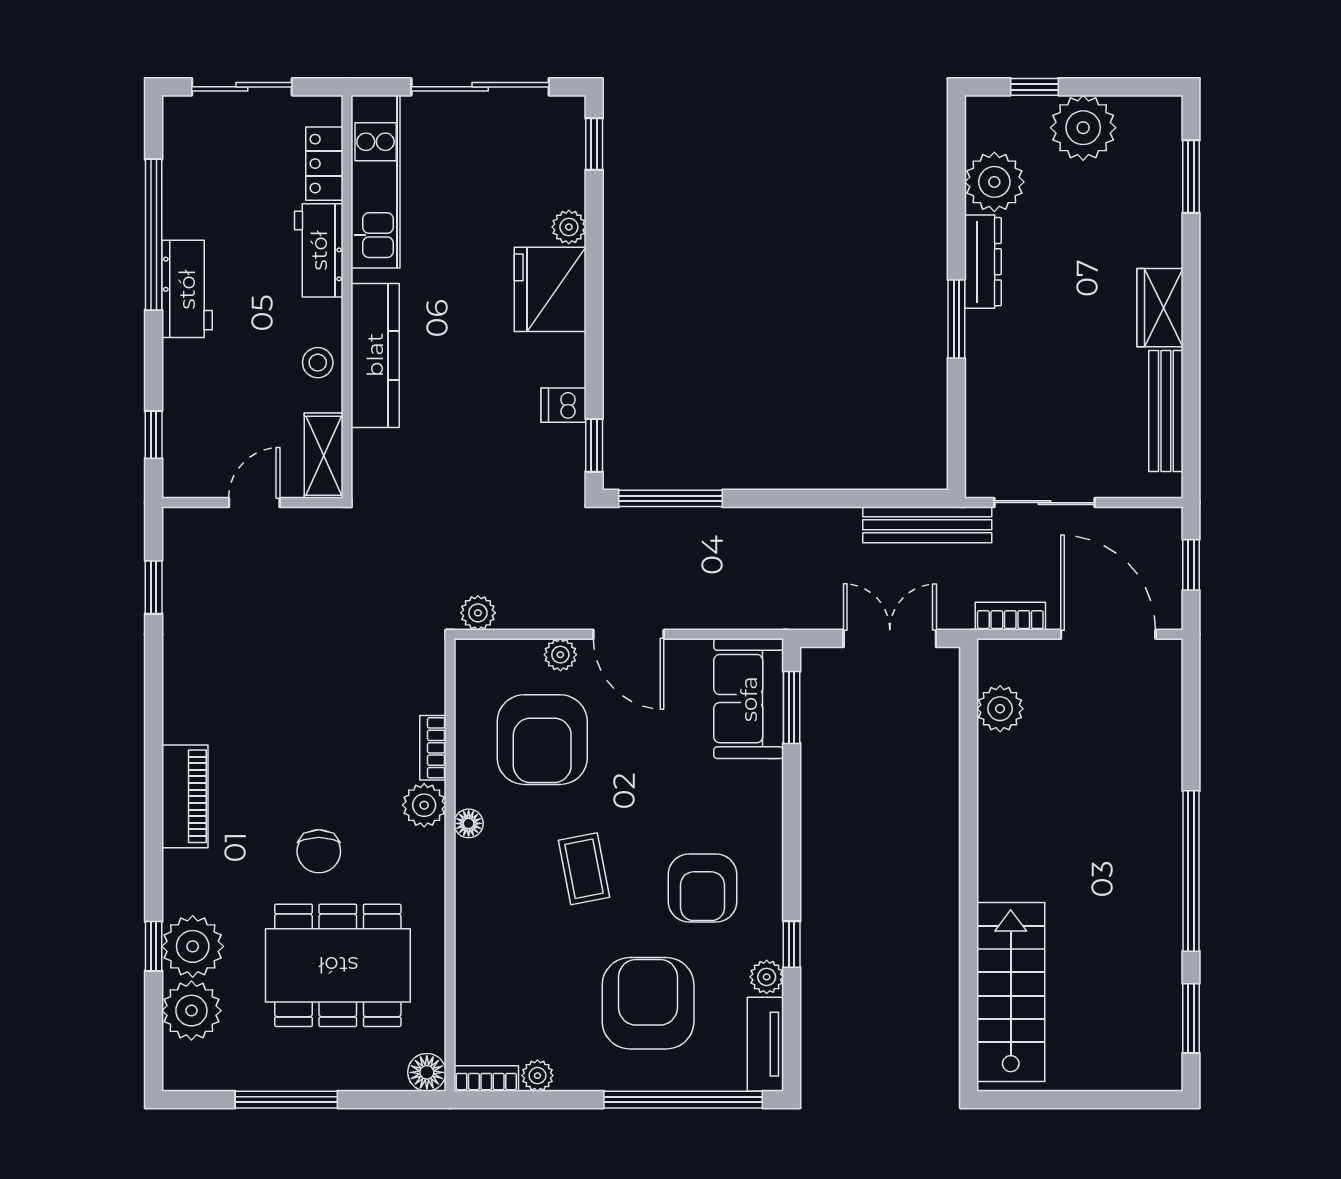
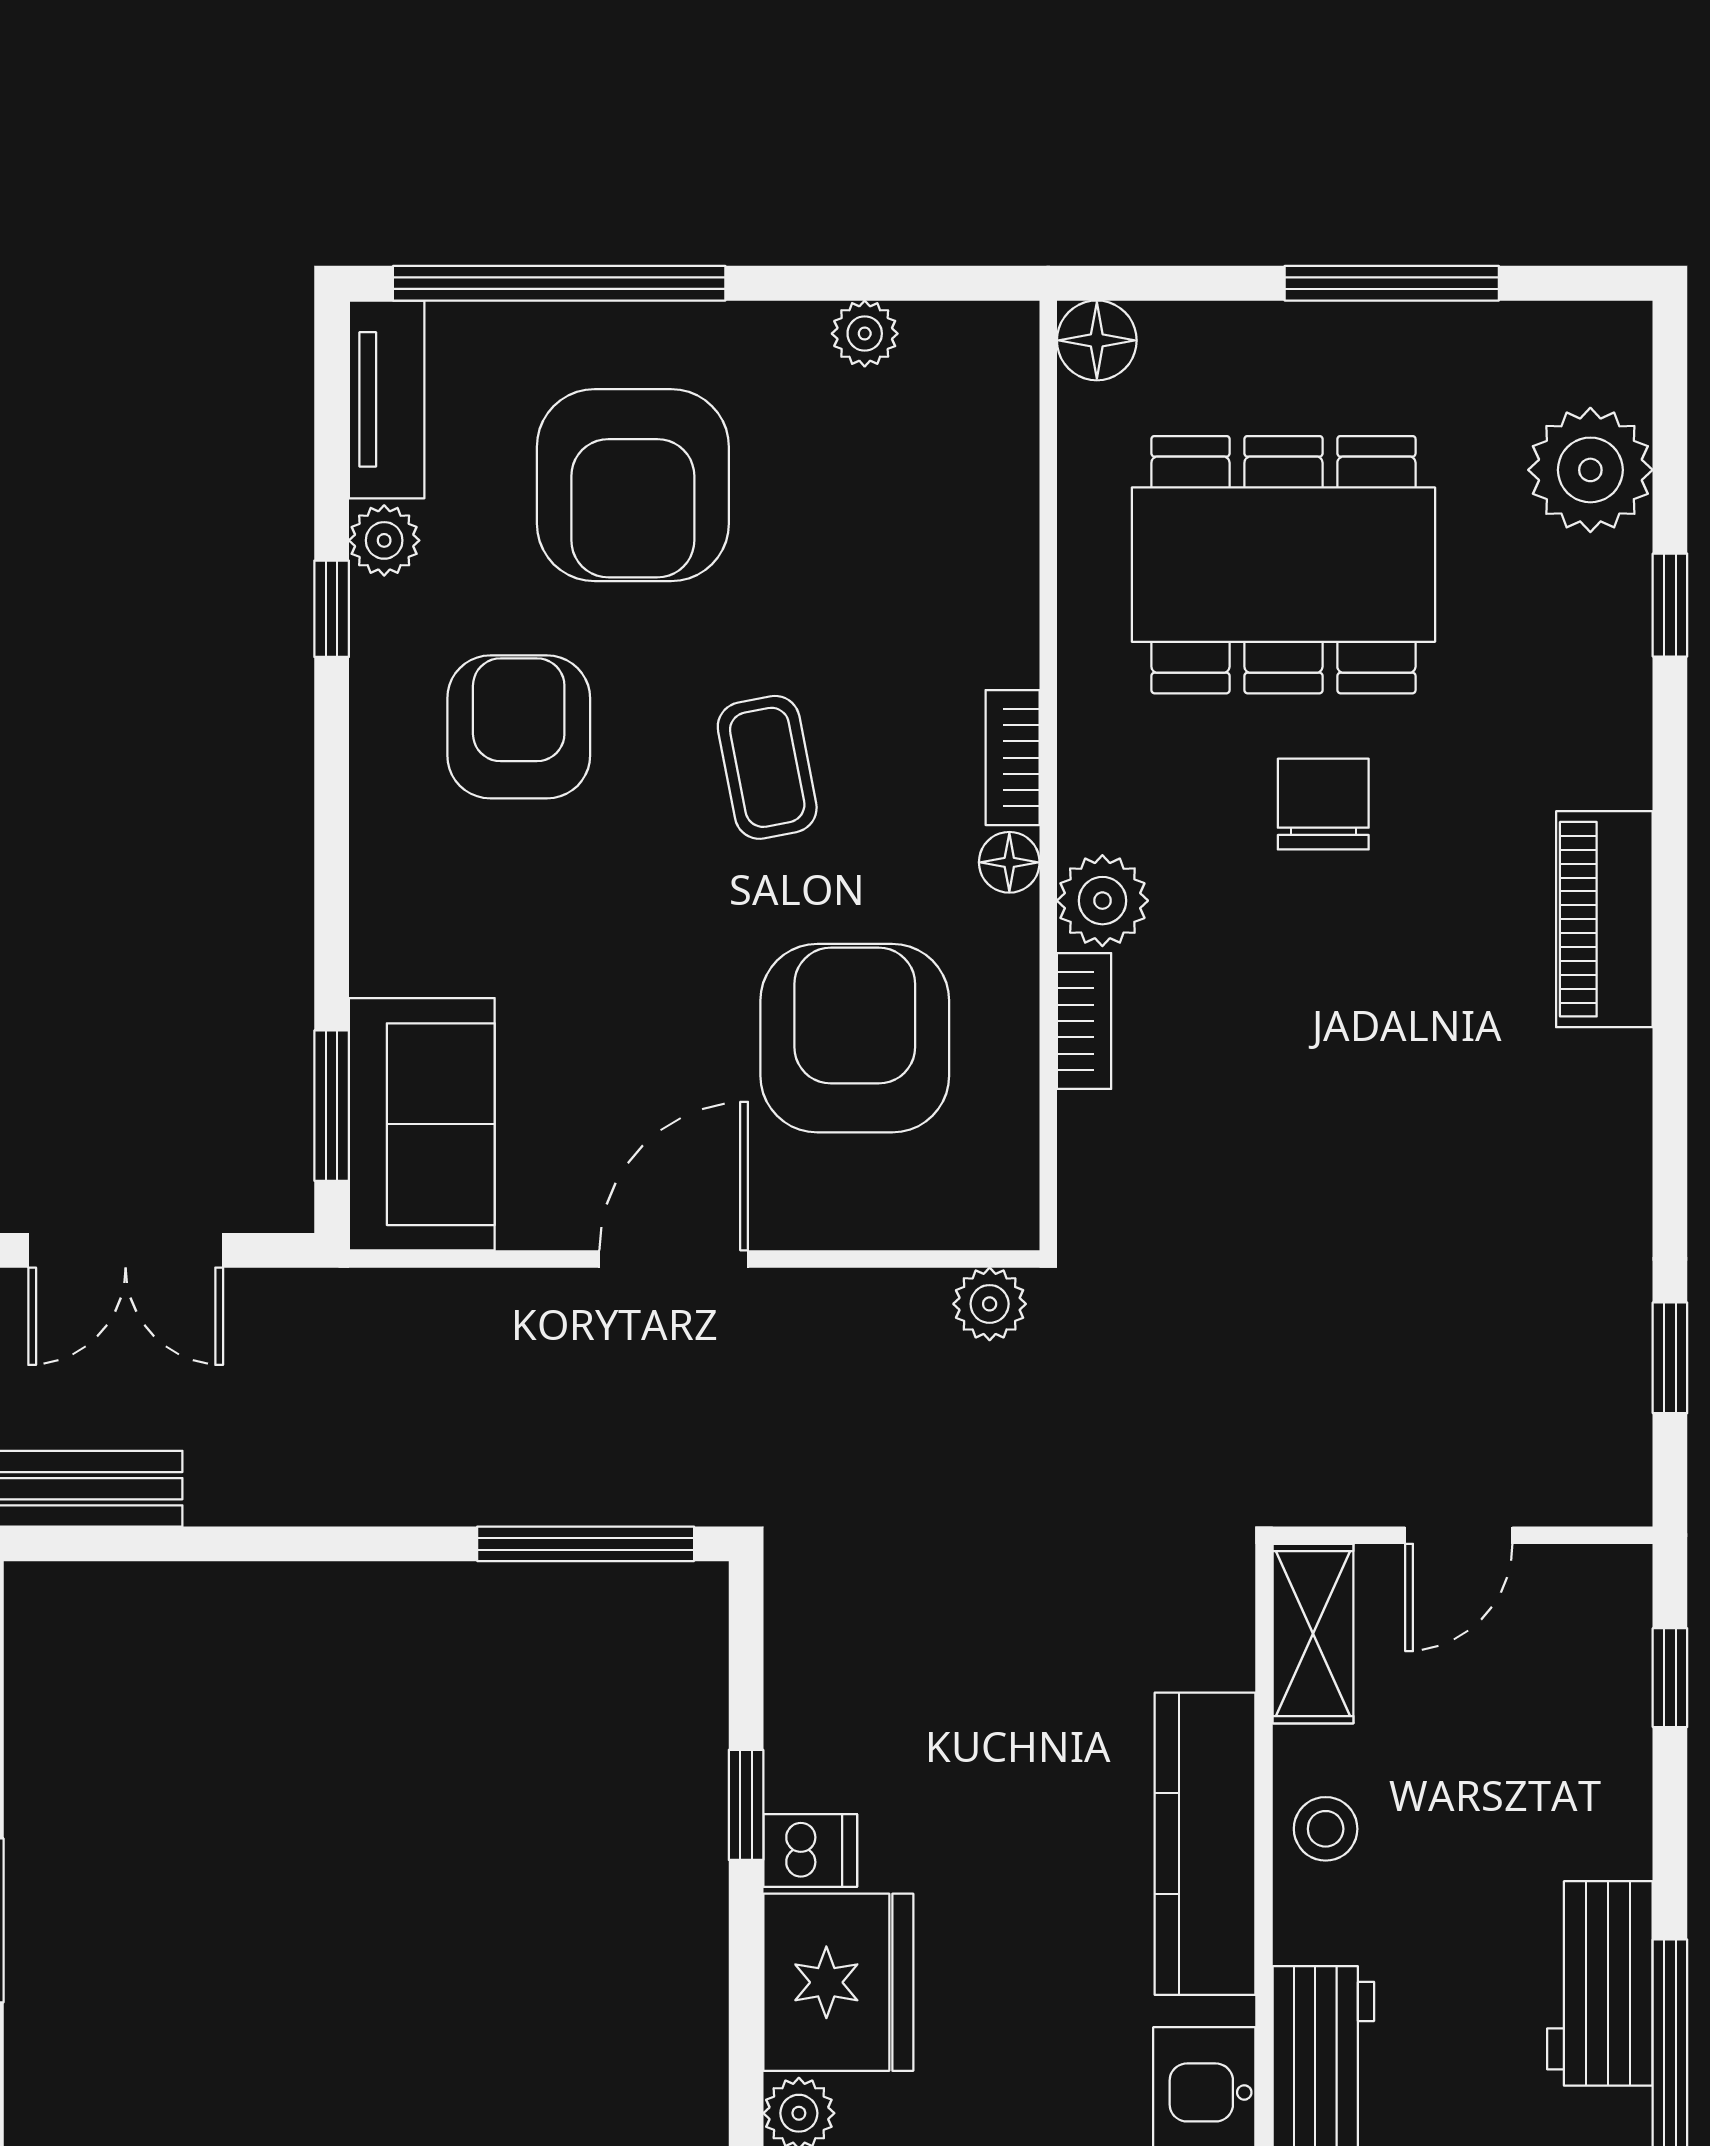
dishwasher: (563, 405) -> (810, 1850), moved
window: (594, 445) -> (746, 1805), moved
door: (629, 634) -> (674, 1259), hinge flipped
plant: (560, 655) -> (817, 1216), removed
plant: (193, 946) -> (1588, 604), removed
bookcase: (486, 1078) -> (1013, 758), moved, turned 90

